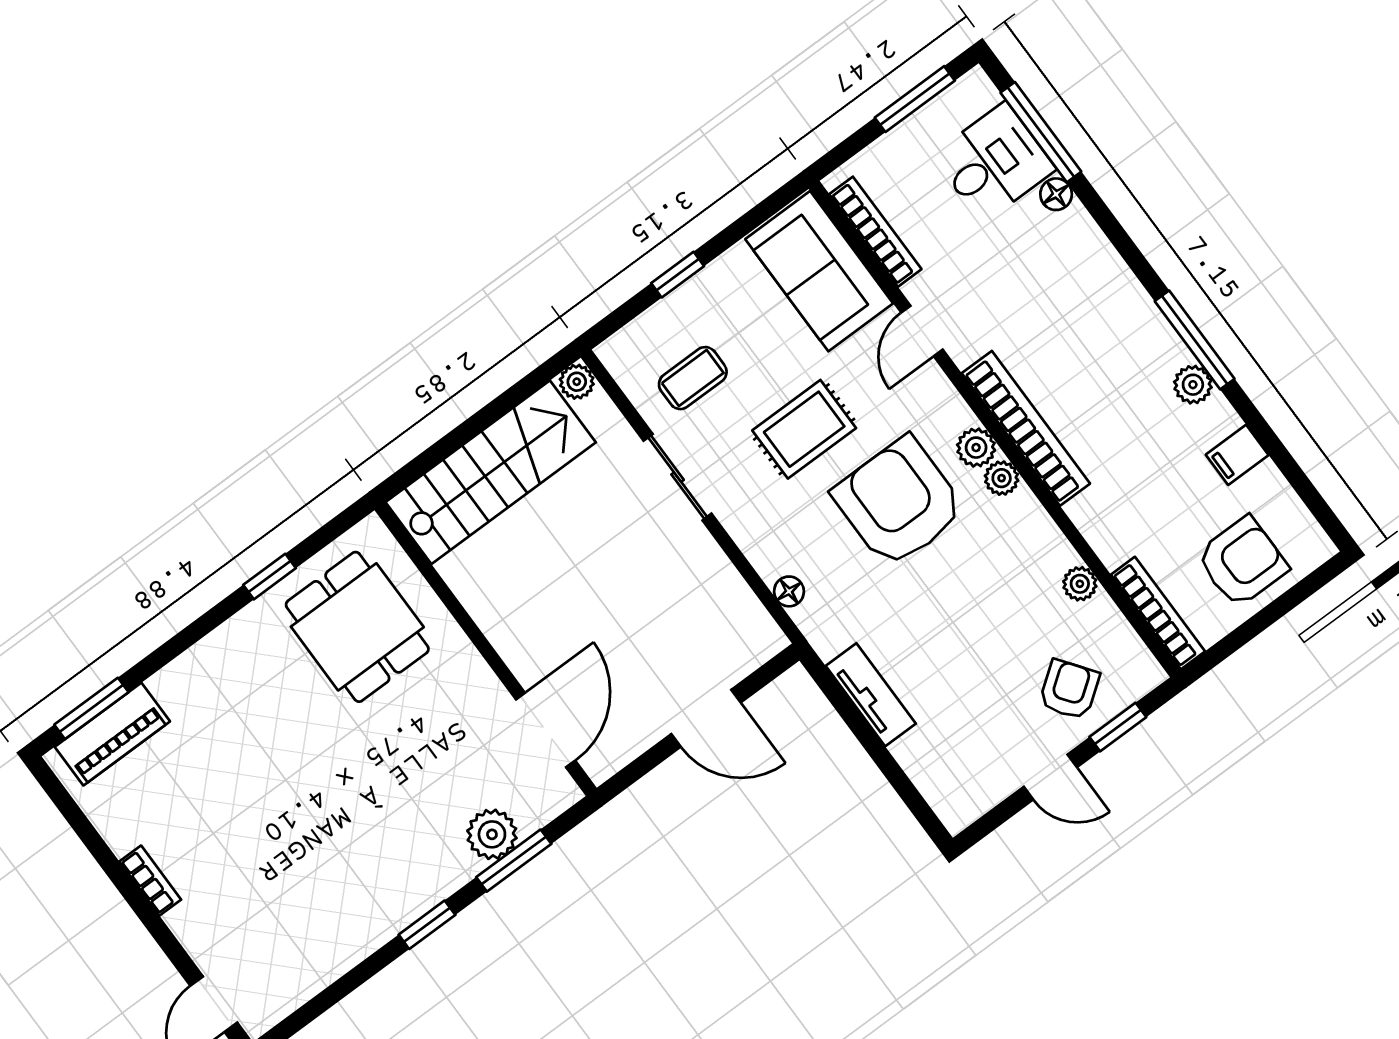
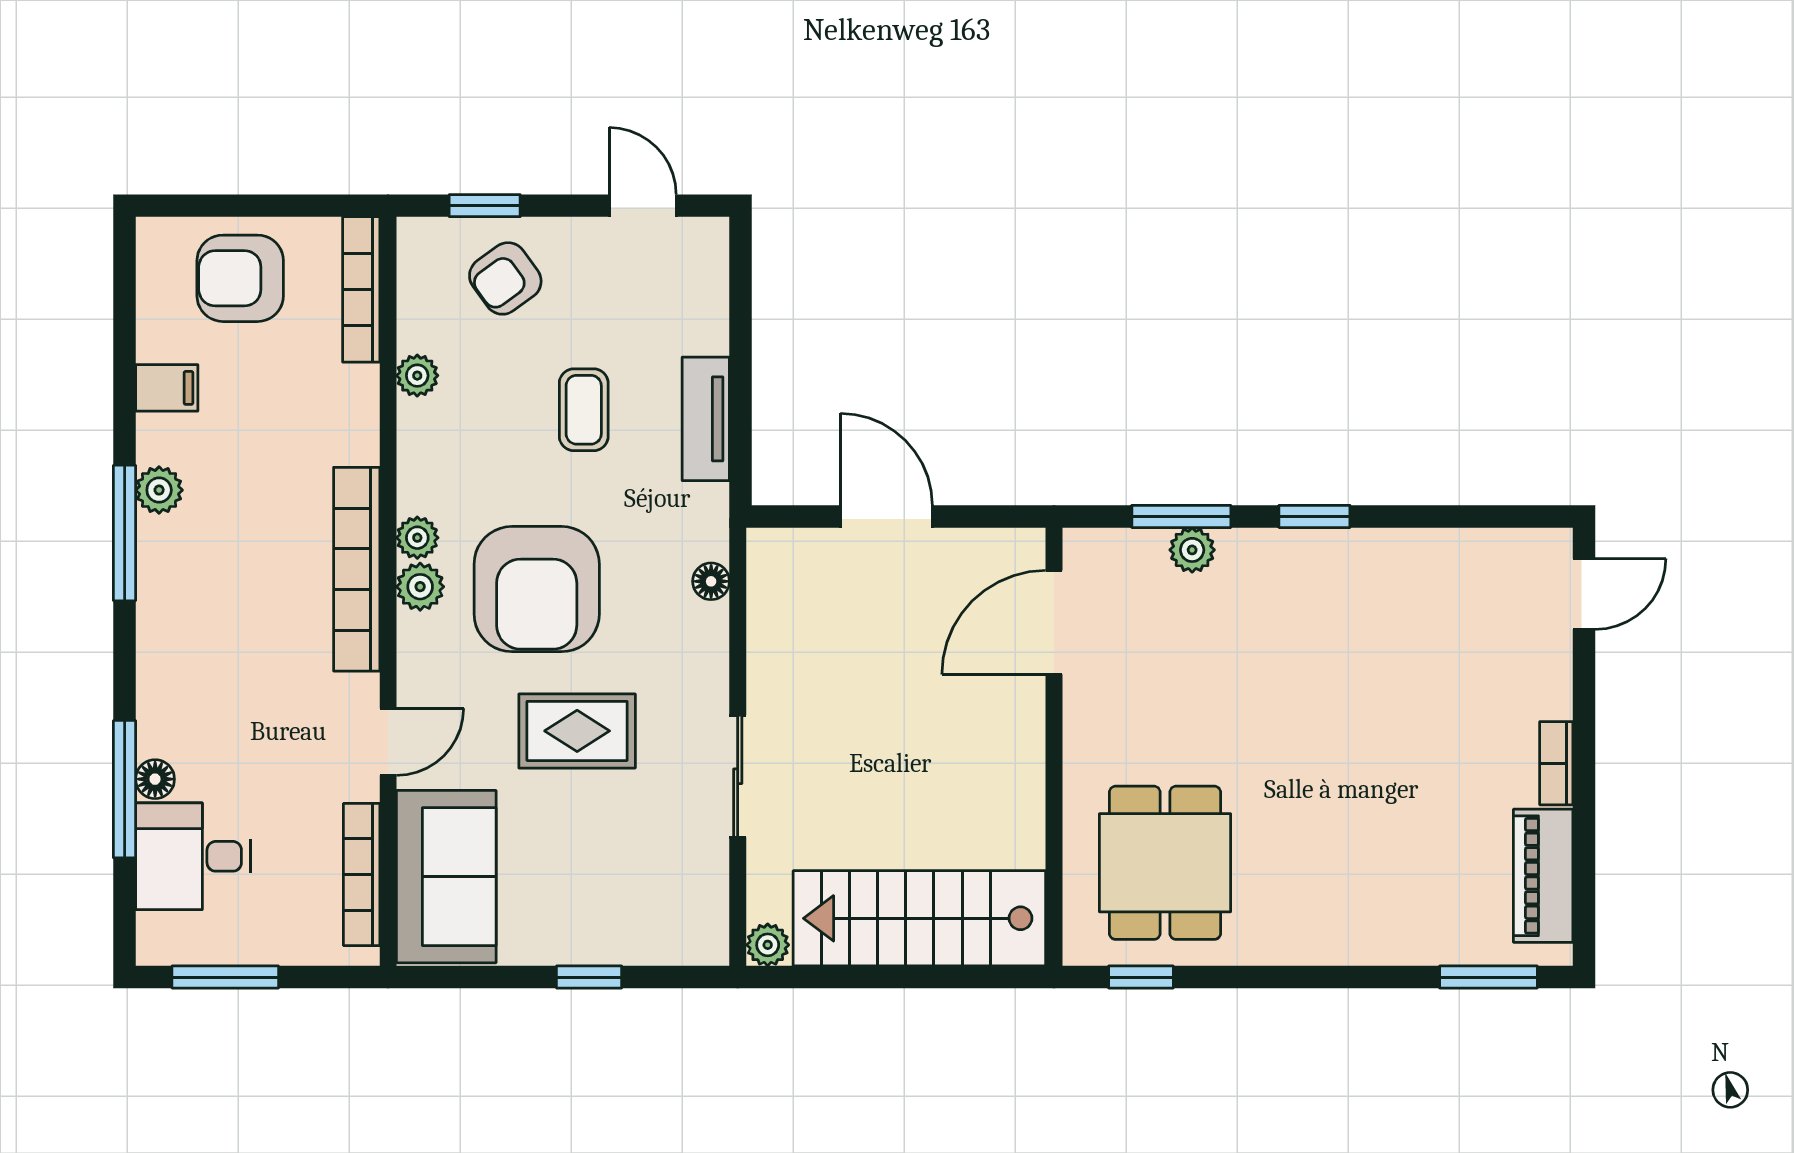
window: (1041, 132) -> (125, 789), moved
coffee table: (693, 378) -> (584, 410), moved, turned 90
window: (270, 577) -> (1141, 977), moved
piano: (112, 734) -> (1543, 876), moved, turned -90
door: (1050, 777) -> (643, 206), moved
plant: (492, 834) -> (1192, 550), width x0.73, depth x0.73

